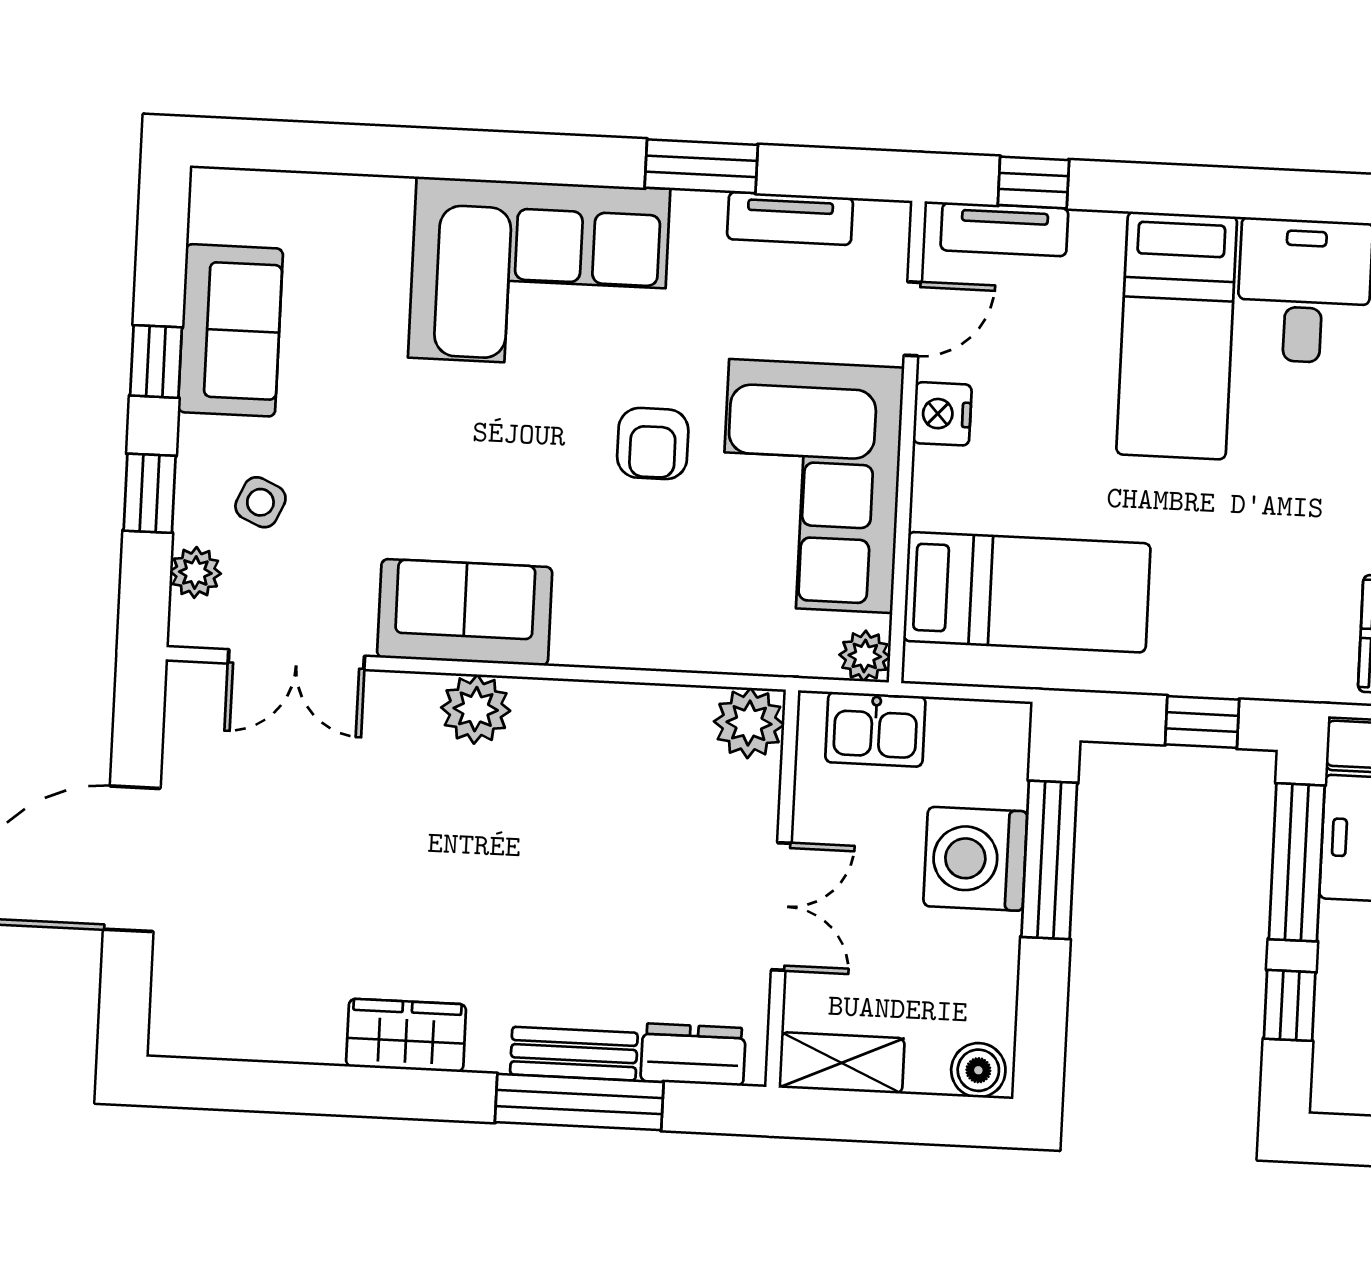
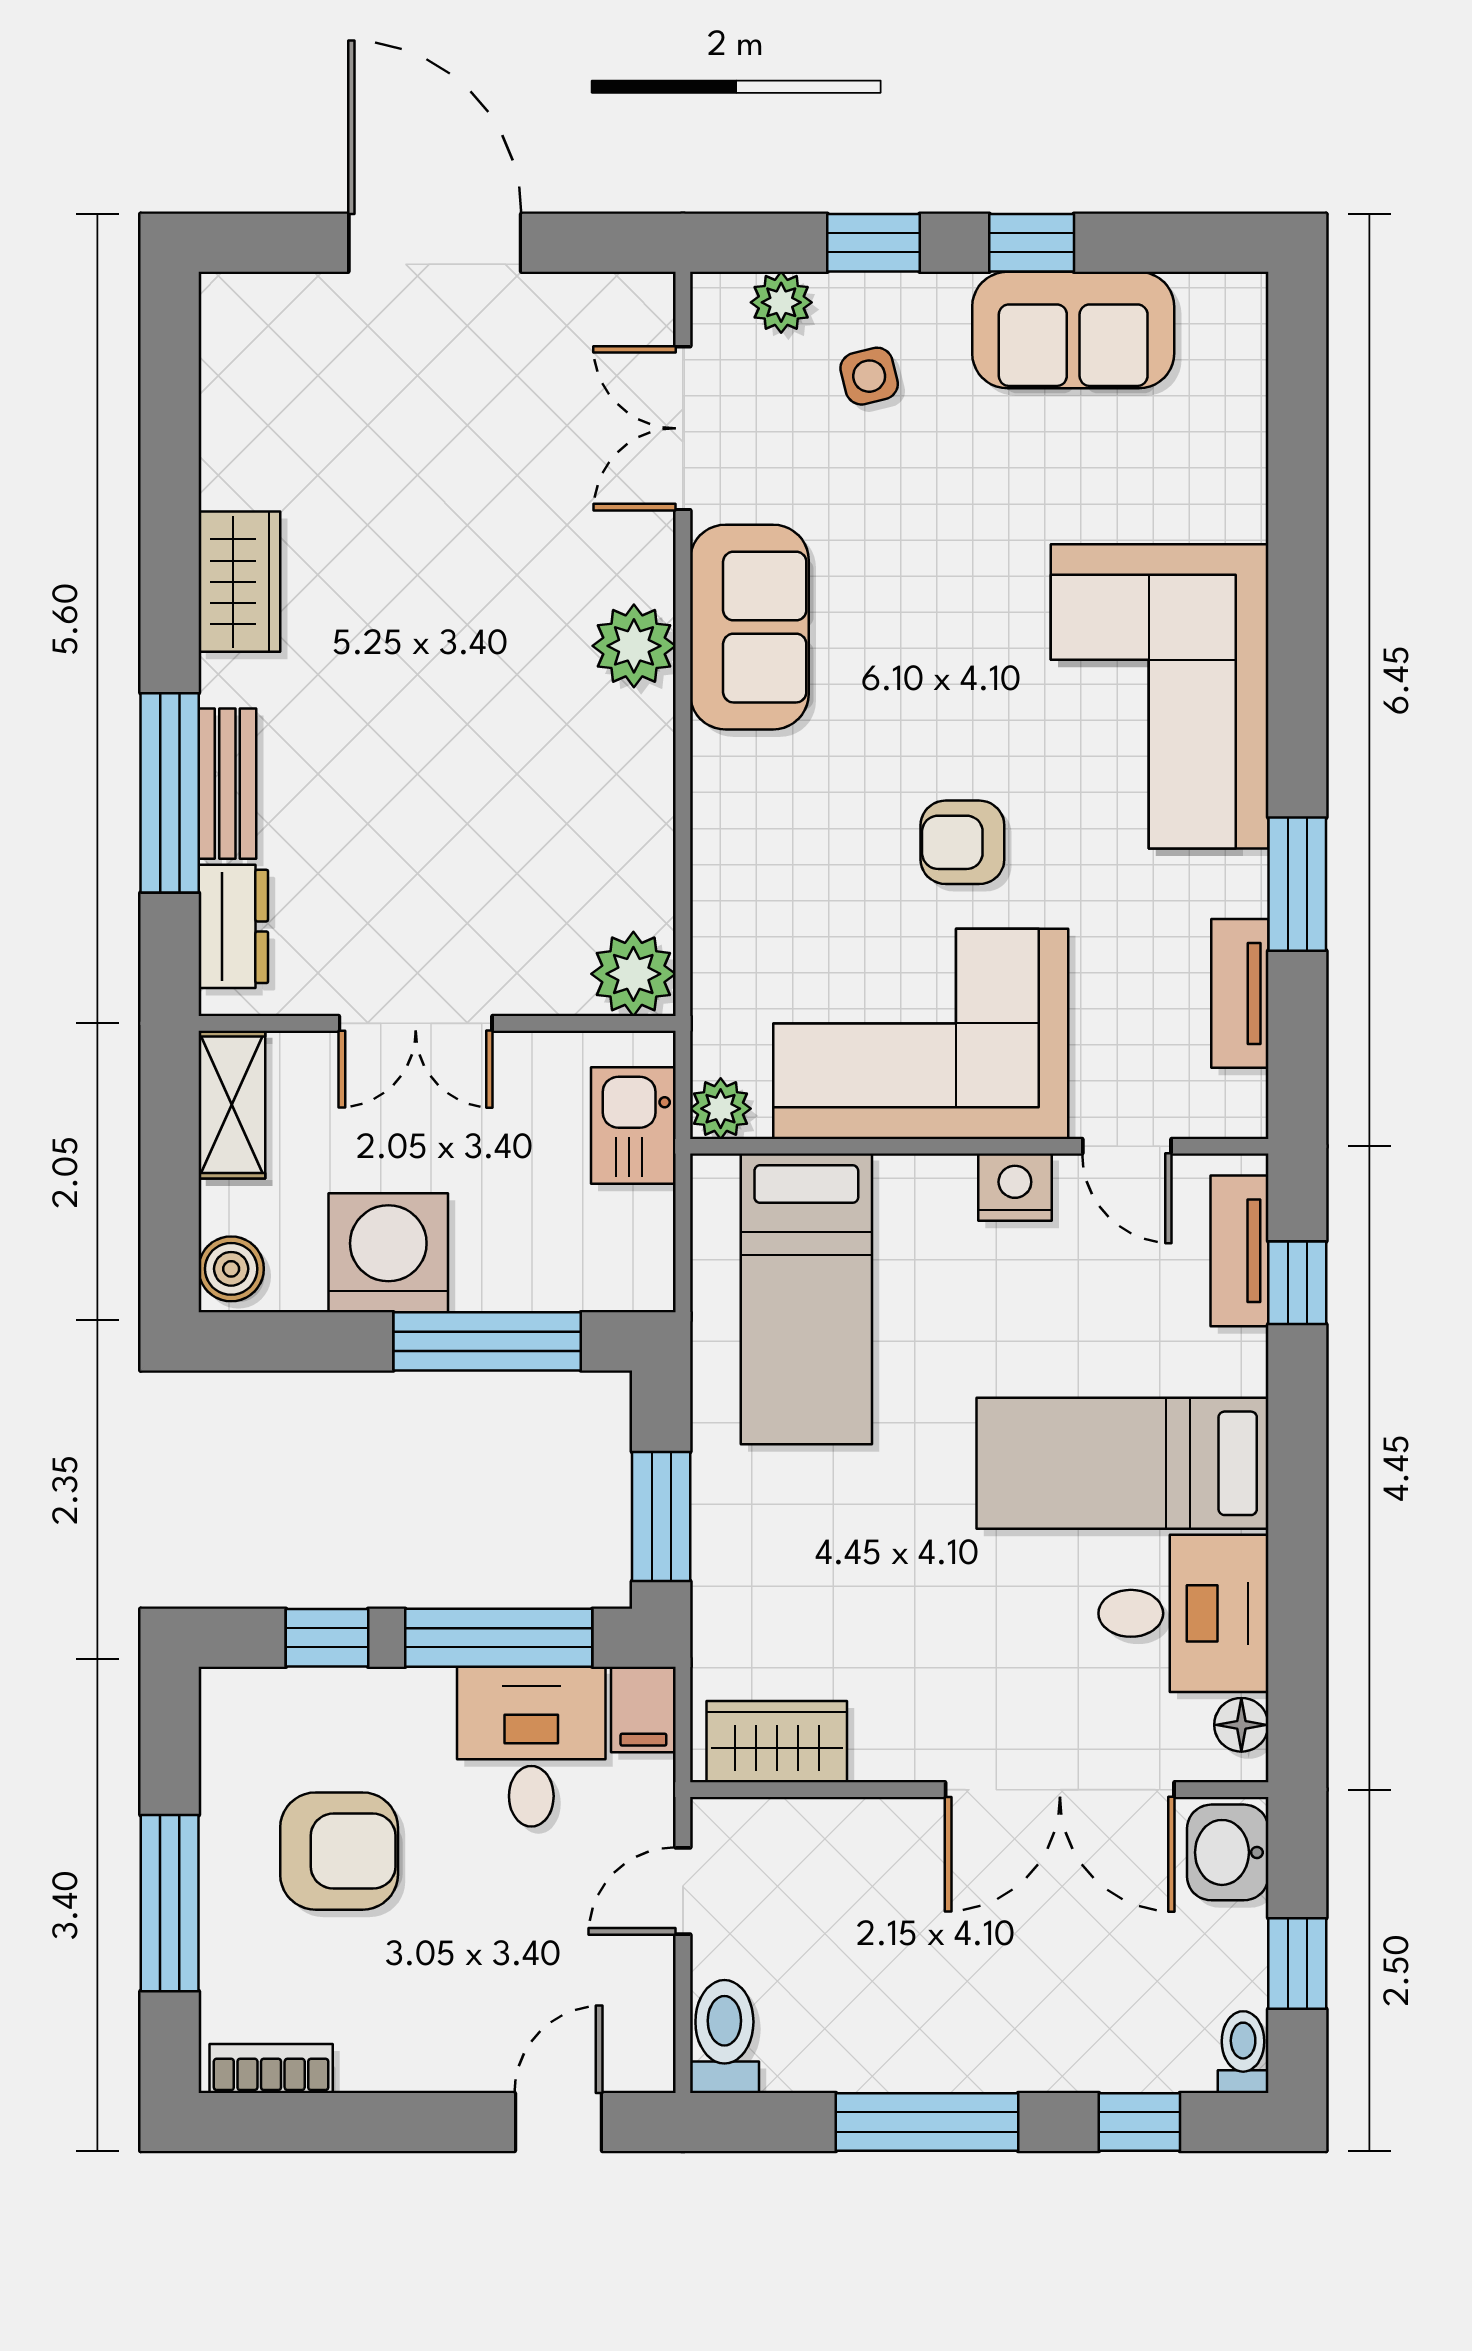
side table: (260, 502) -> (869, 376), turned -38
window: (1202, 722) -> (661, 1516), width x1.50
washing machine: (975, 859) -> (388, 1253), moved

